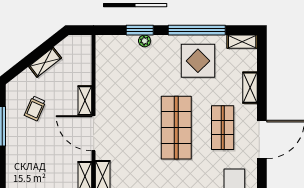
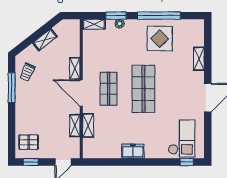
shelving: (242, 42) -> (94, 24), moved
trolley: (35, 108) -> (27, 72), moved
shop shelf: (223, 128) -> (109, 89), moved

